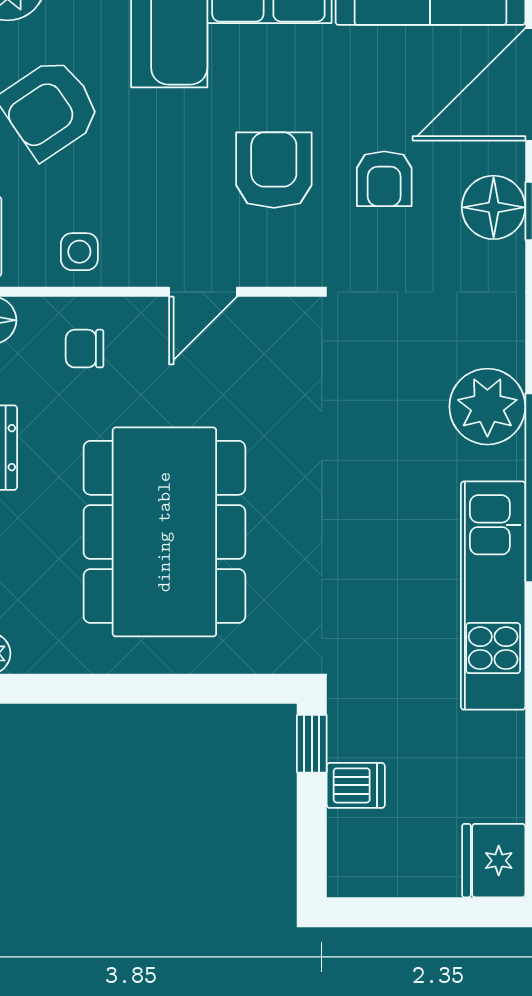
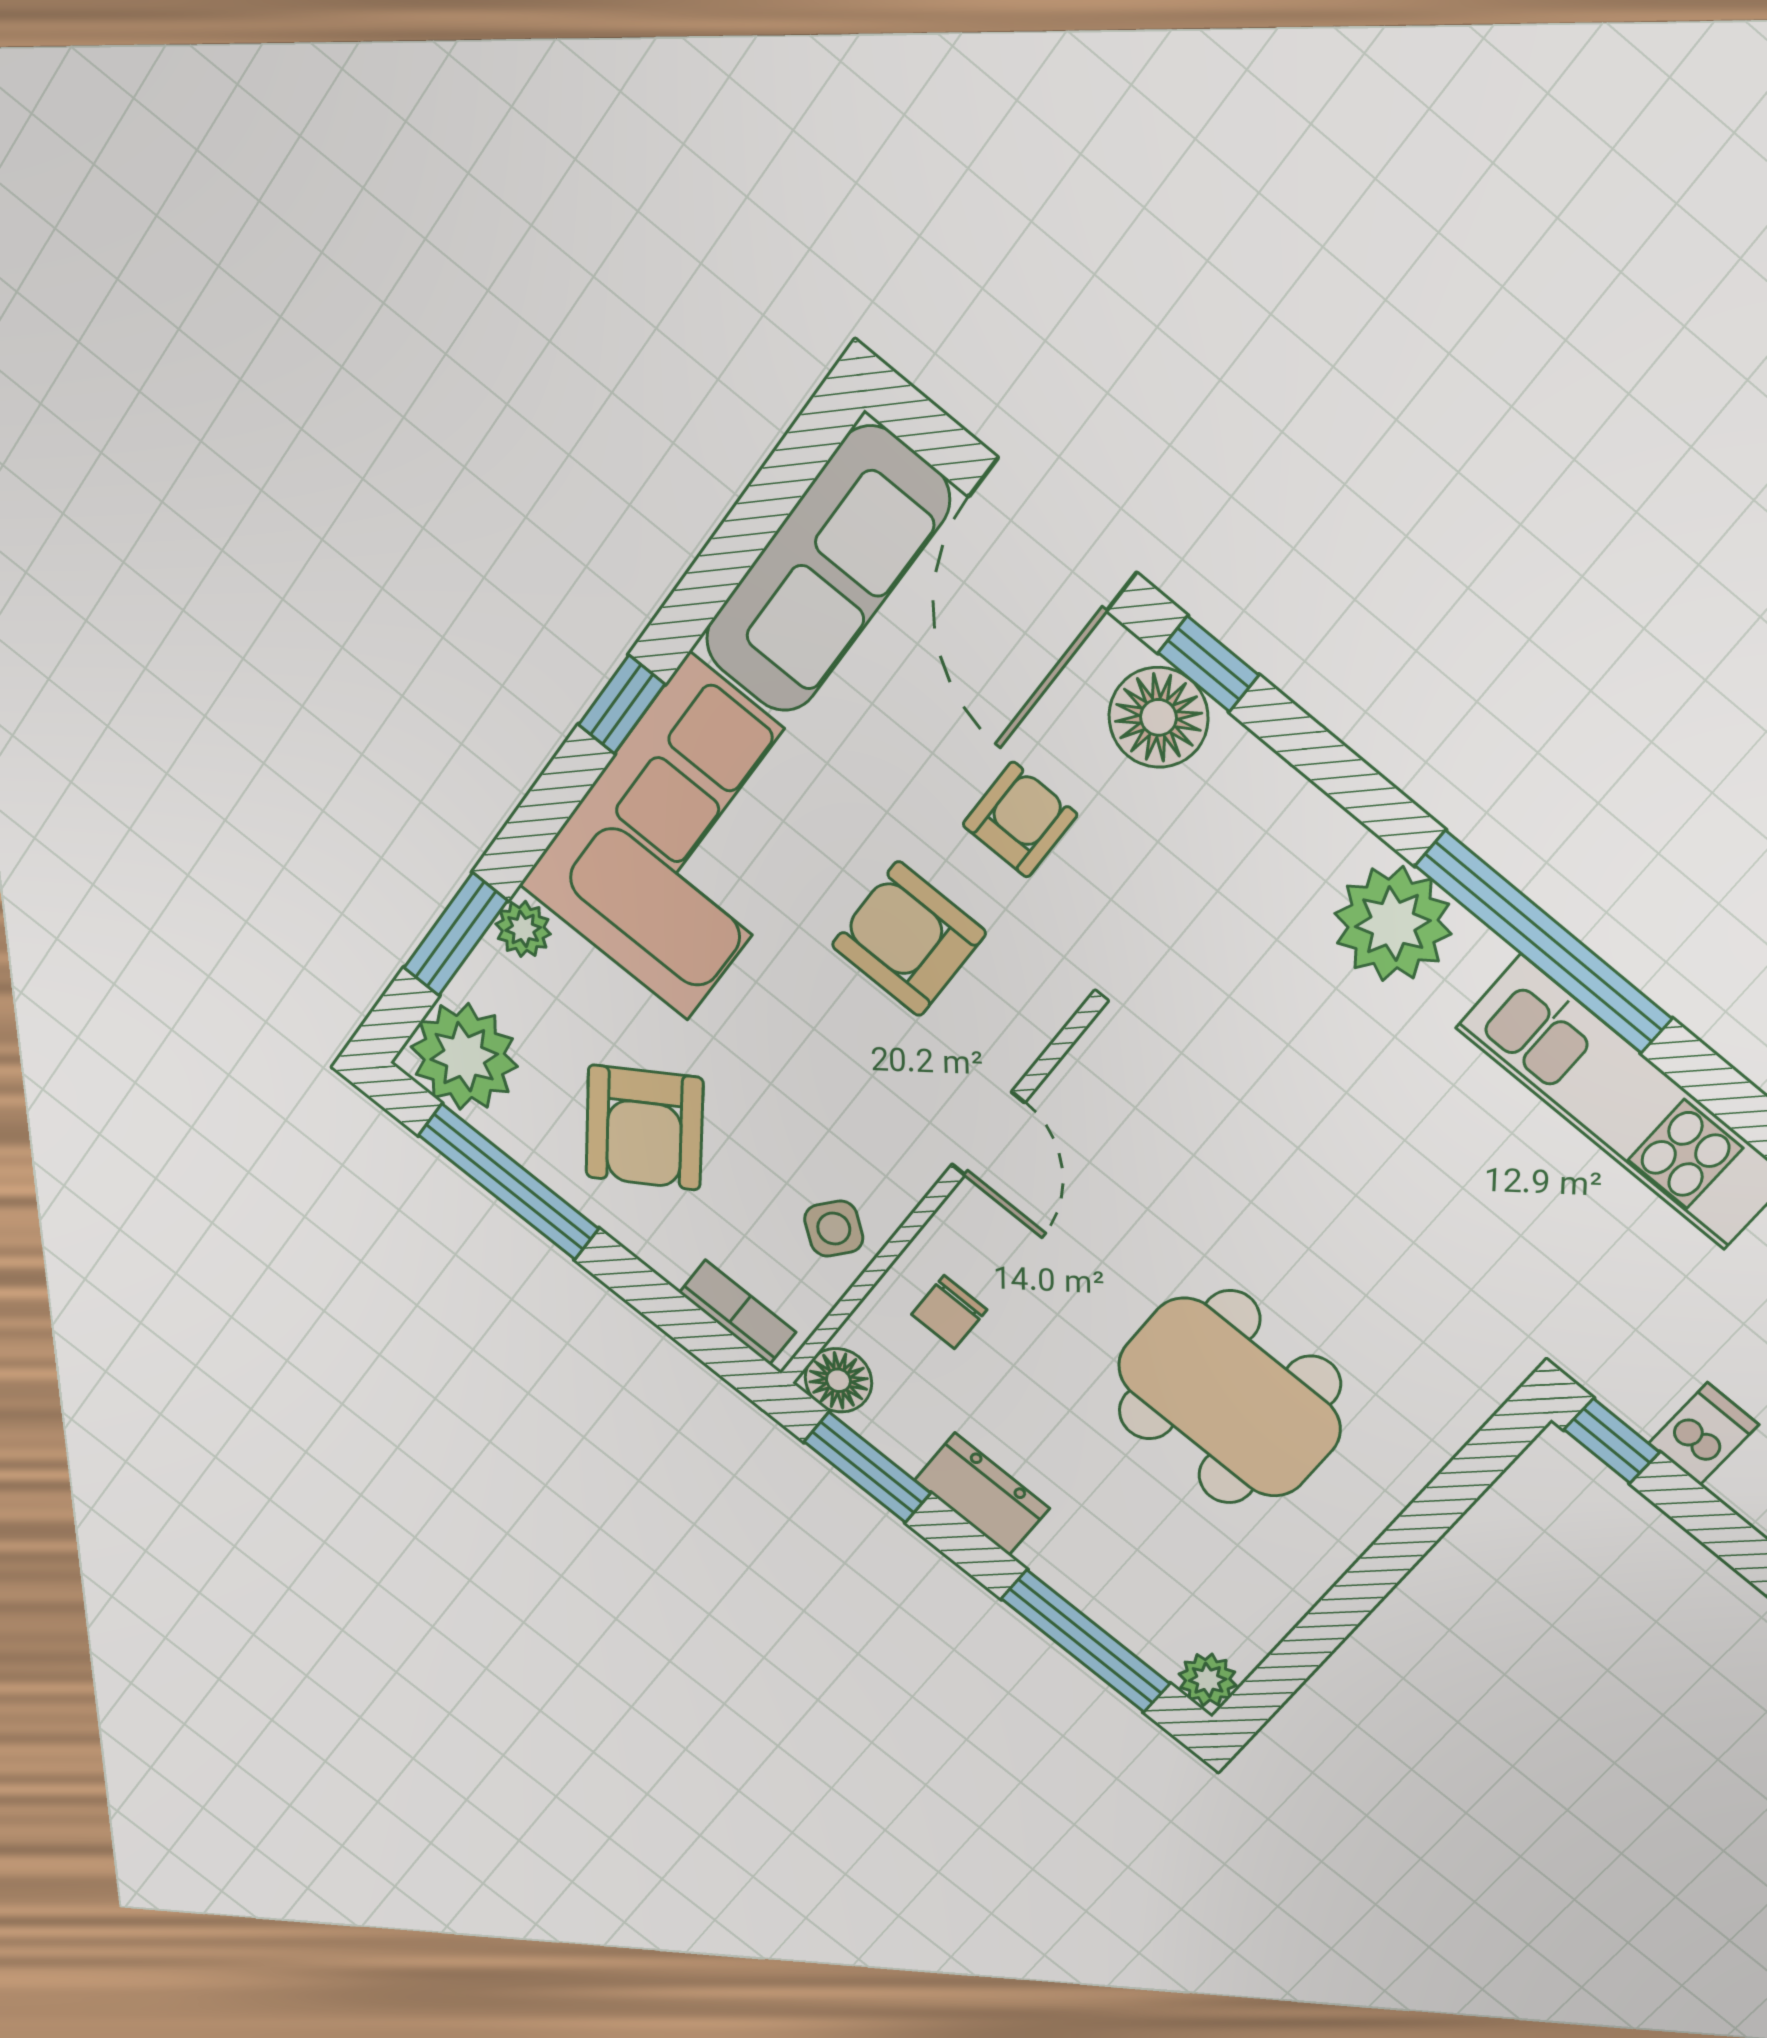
armchair: (384, 179) -> (1020, 820), turned -90
side table: (79, 252) -> (834, 1229), turned 38
dining table: (164, 532) -> (1229, 1398), width x0.73, depth x0.80

